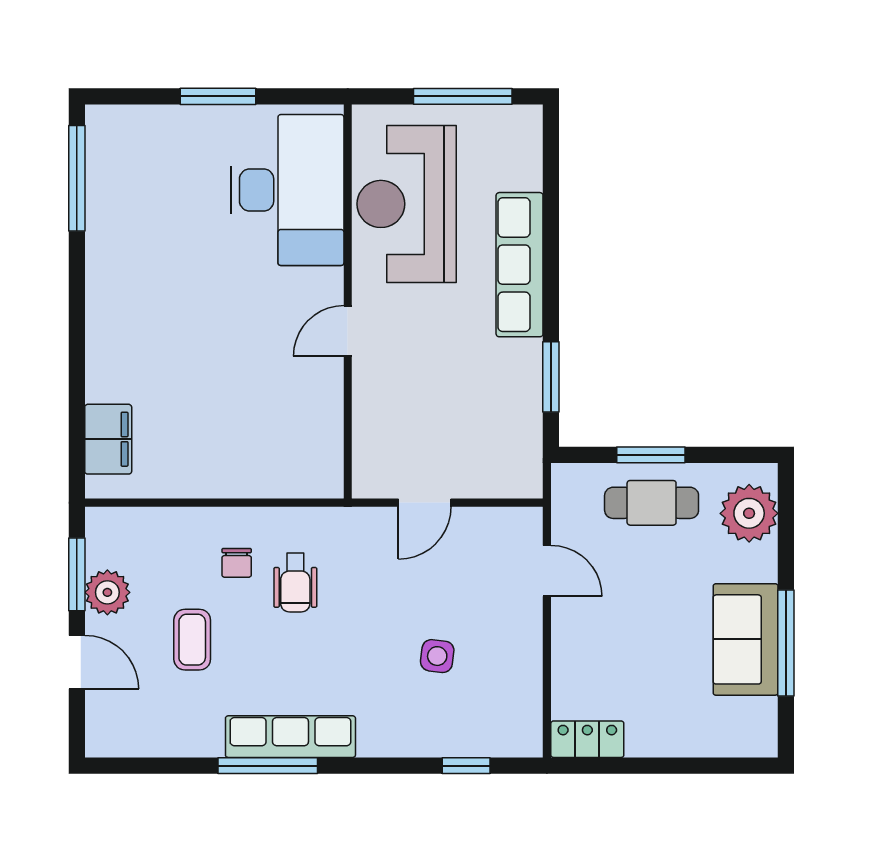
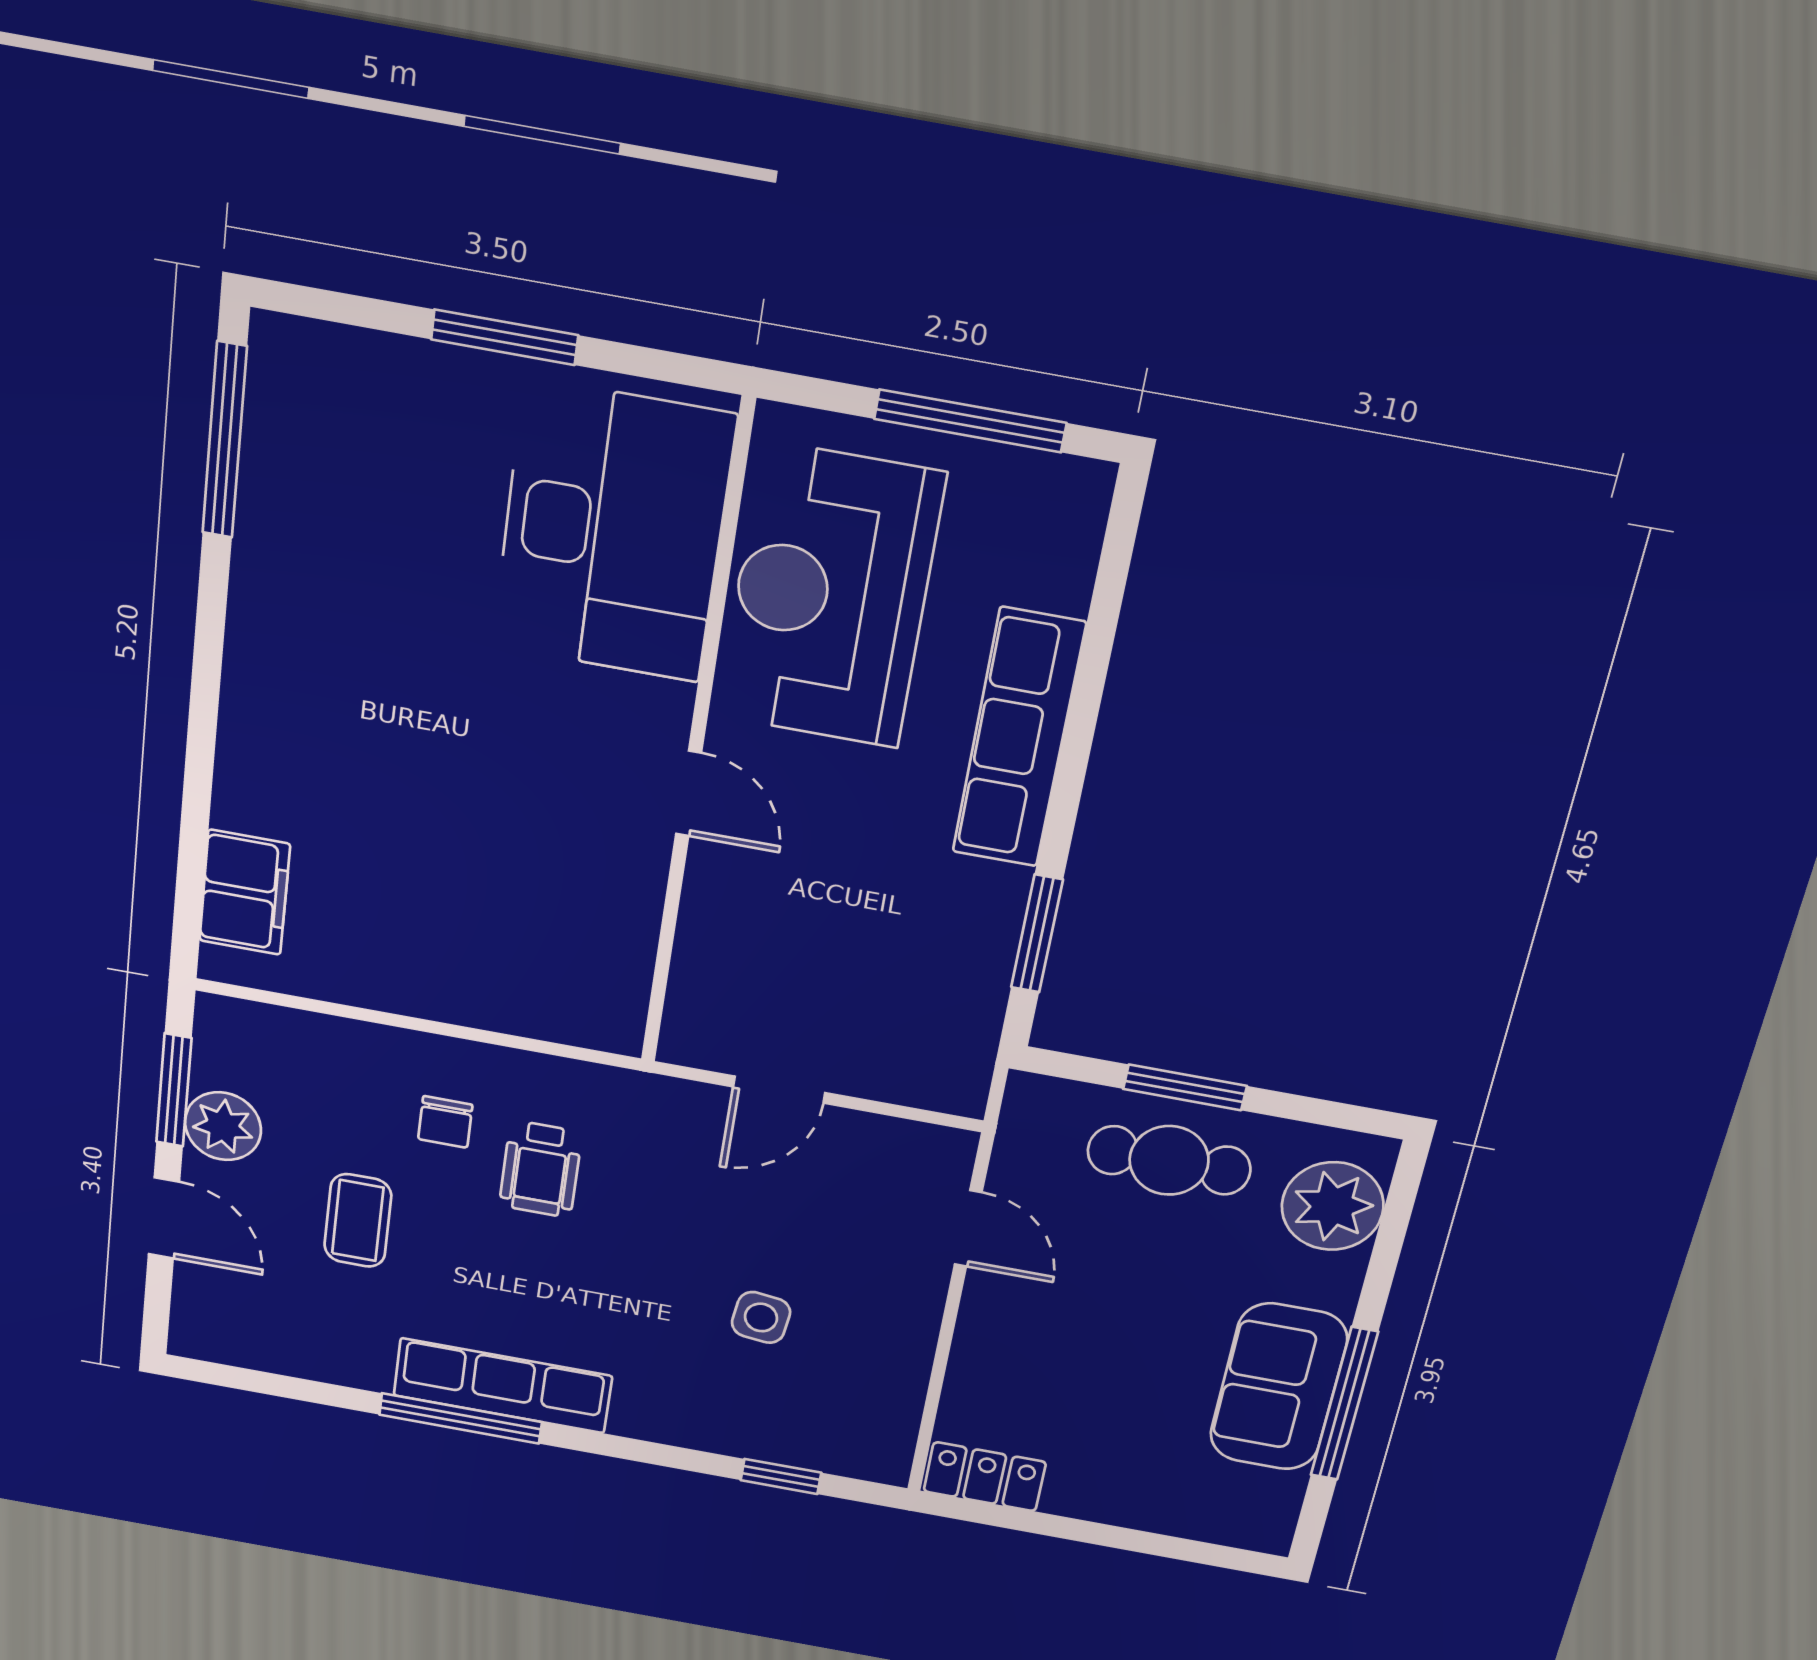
door: (348, 331) -> (689, 793), swing flipped

